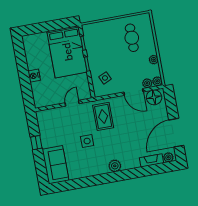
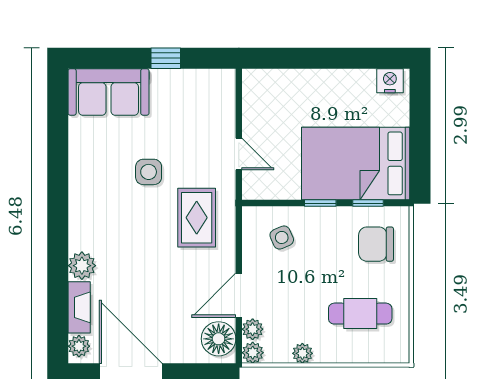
chair: (100, 36) -> (376, 244), added
nightstand: (34, 76) -> (390, 81), moved
rug: (103, 116) -> (197, 218), turned 90
plant: (115, 166) -> (82, 266), moved

